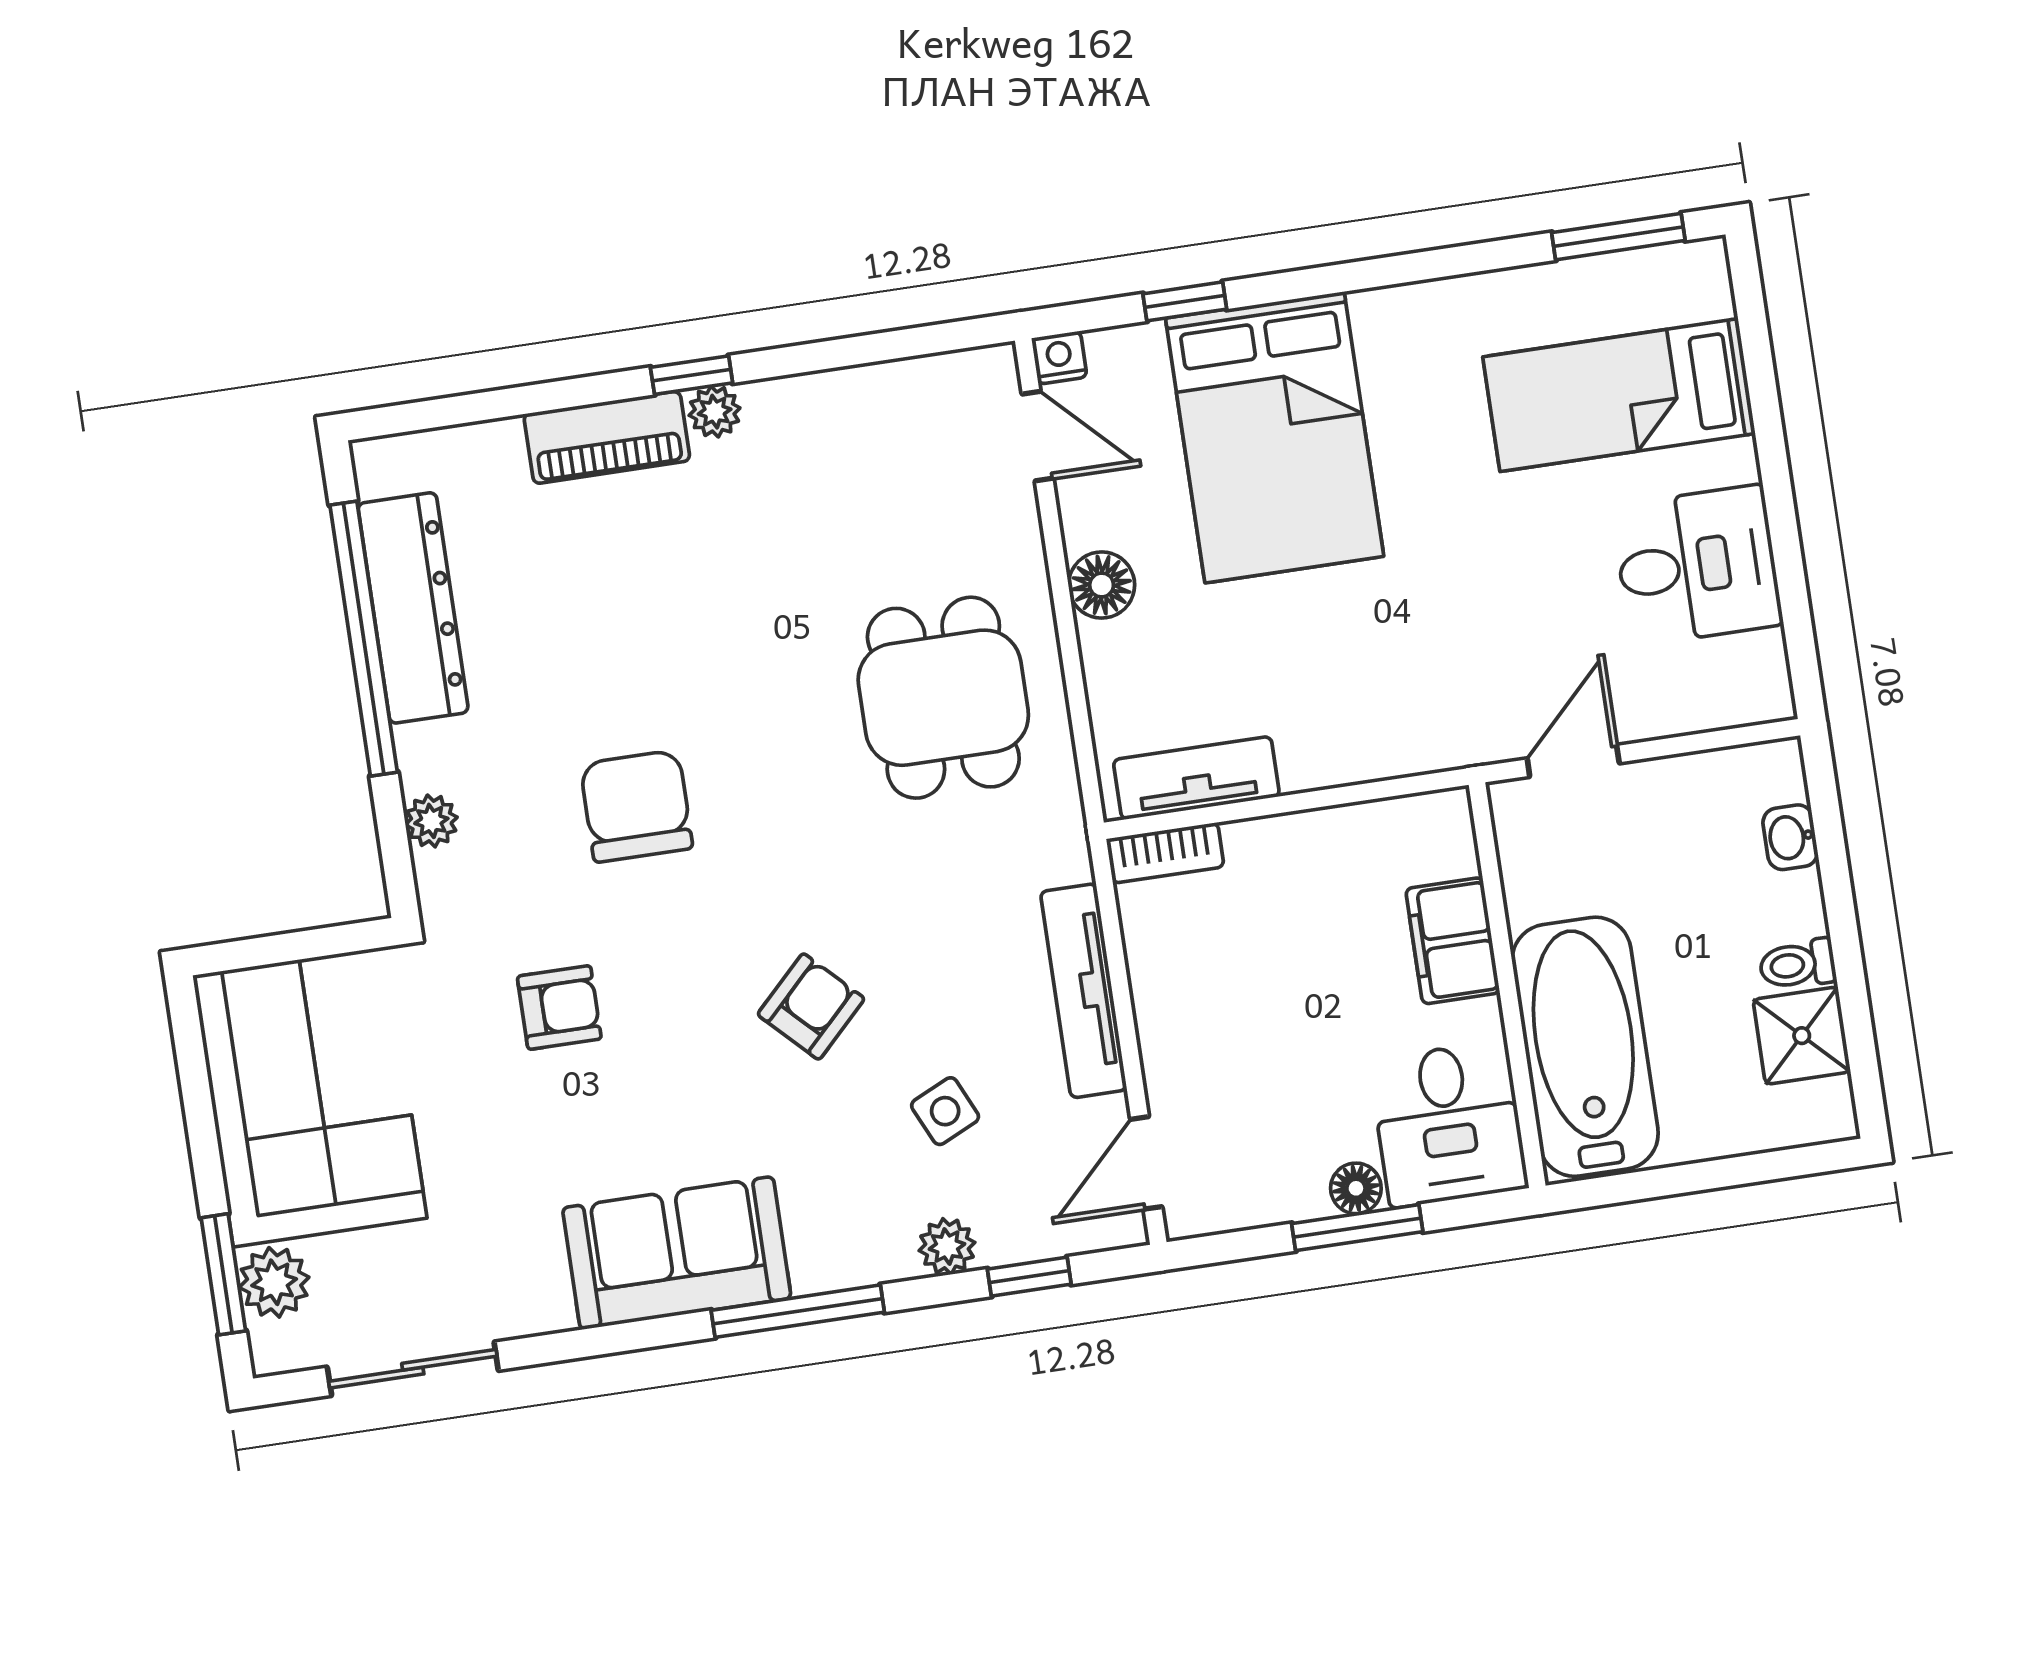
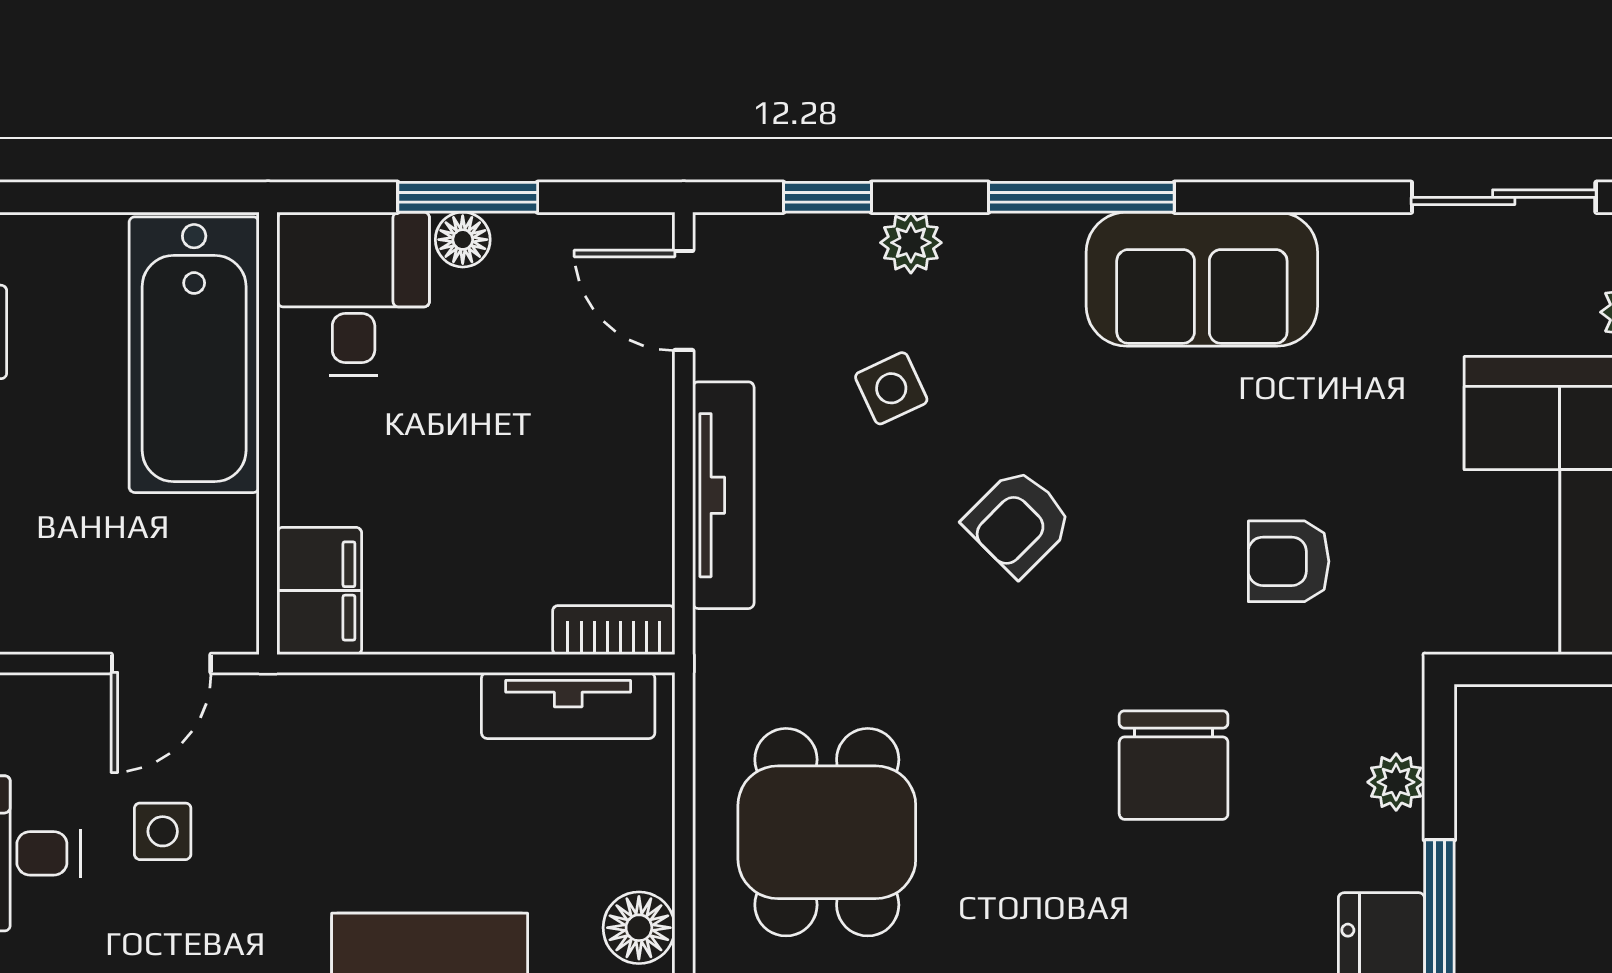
side table: (1549, 608) -> (163, 831), added
filing cabinet: (1453, 941) -> (319, 591), moved
door: (1146, 1163) -> (684, 300), swing flipped

